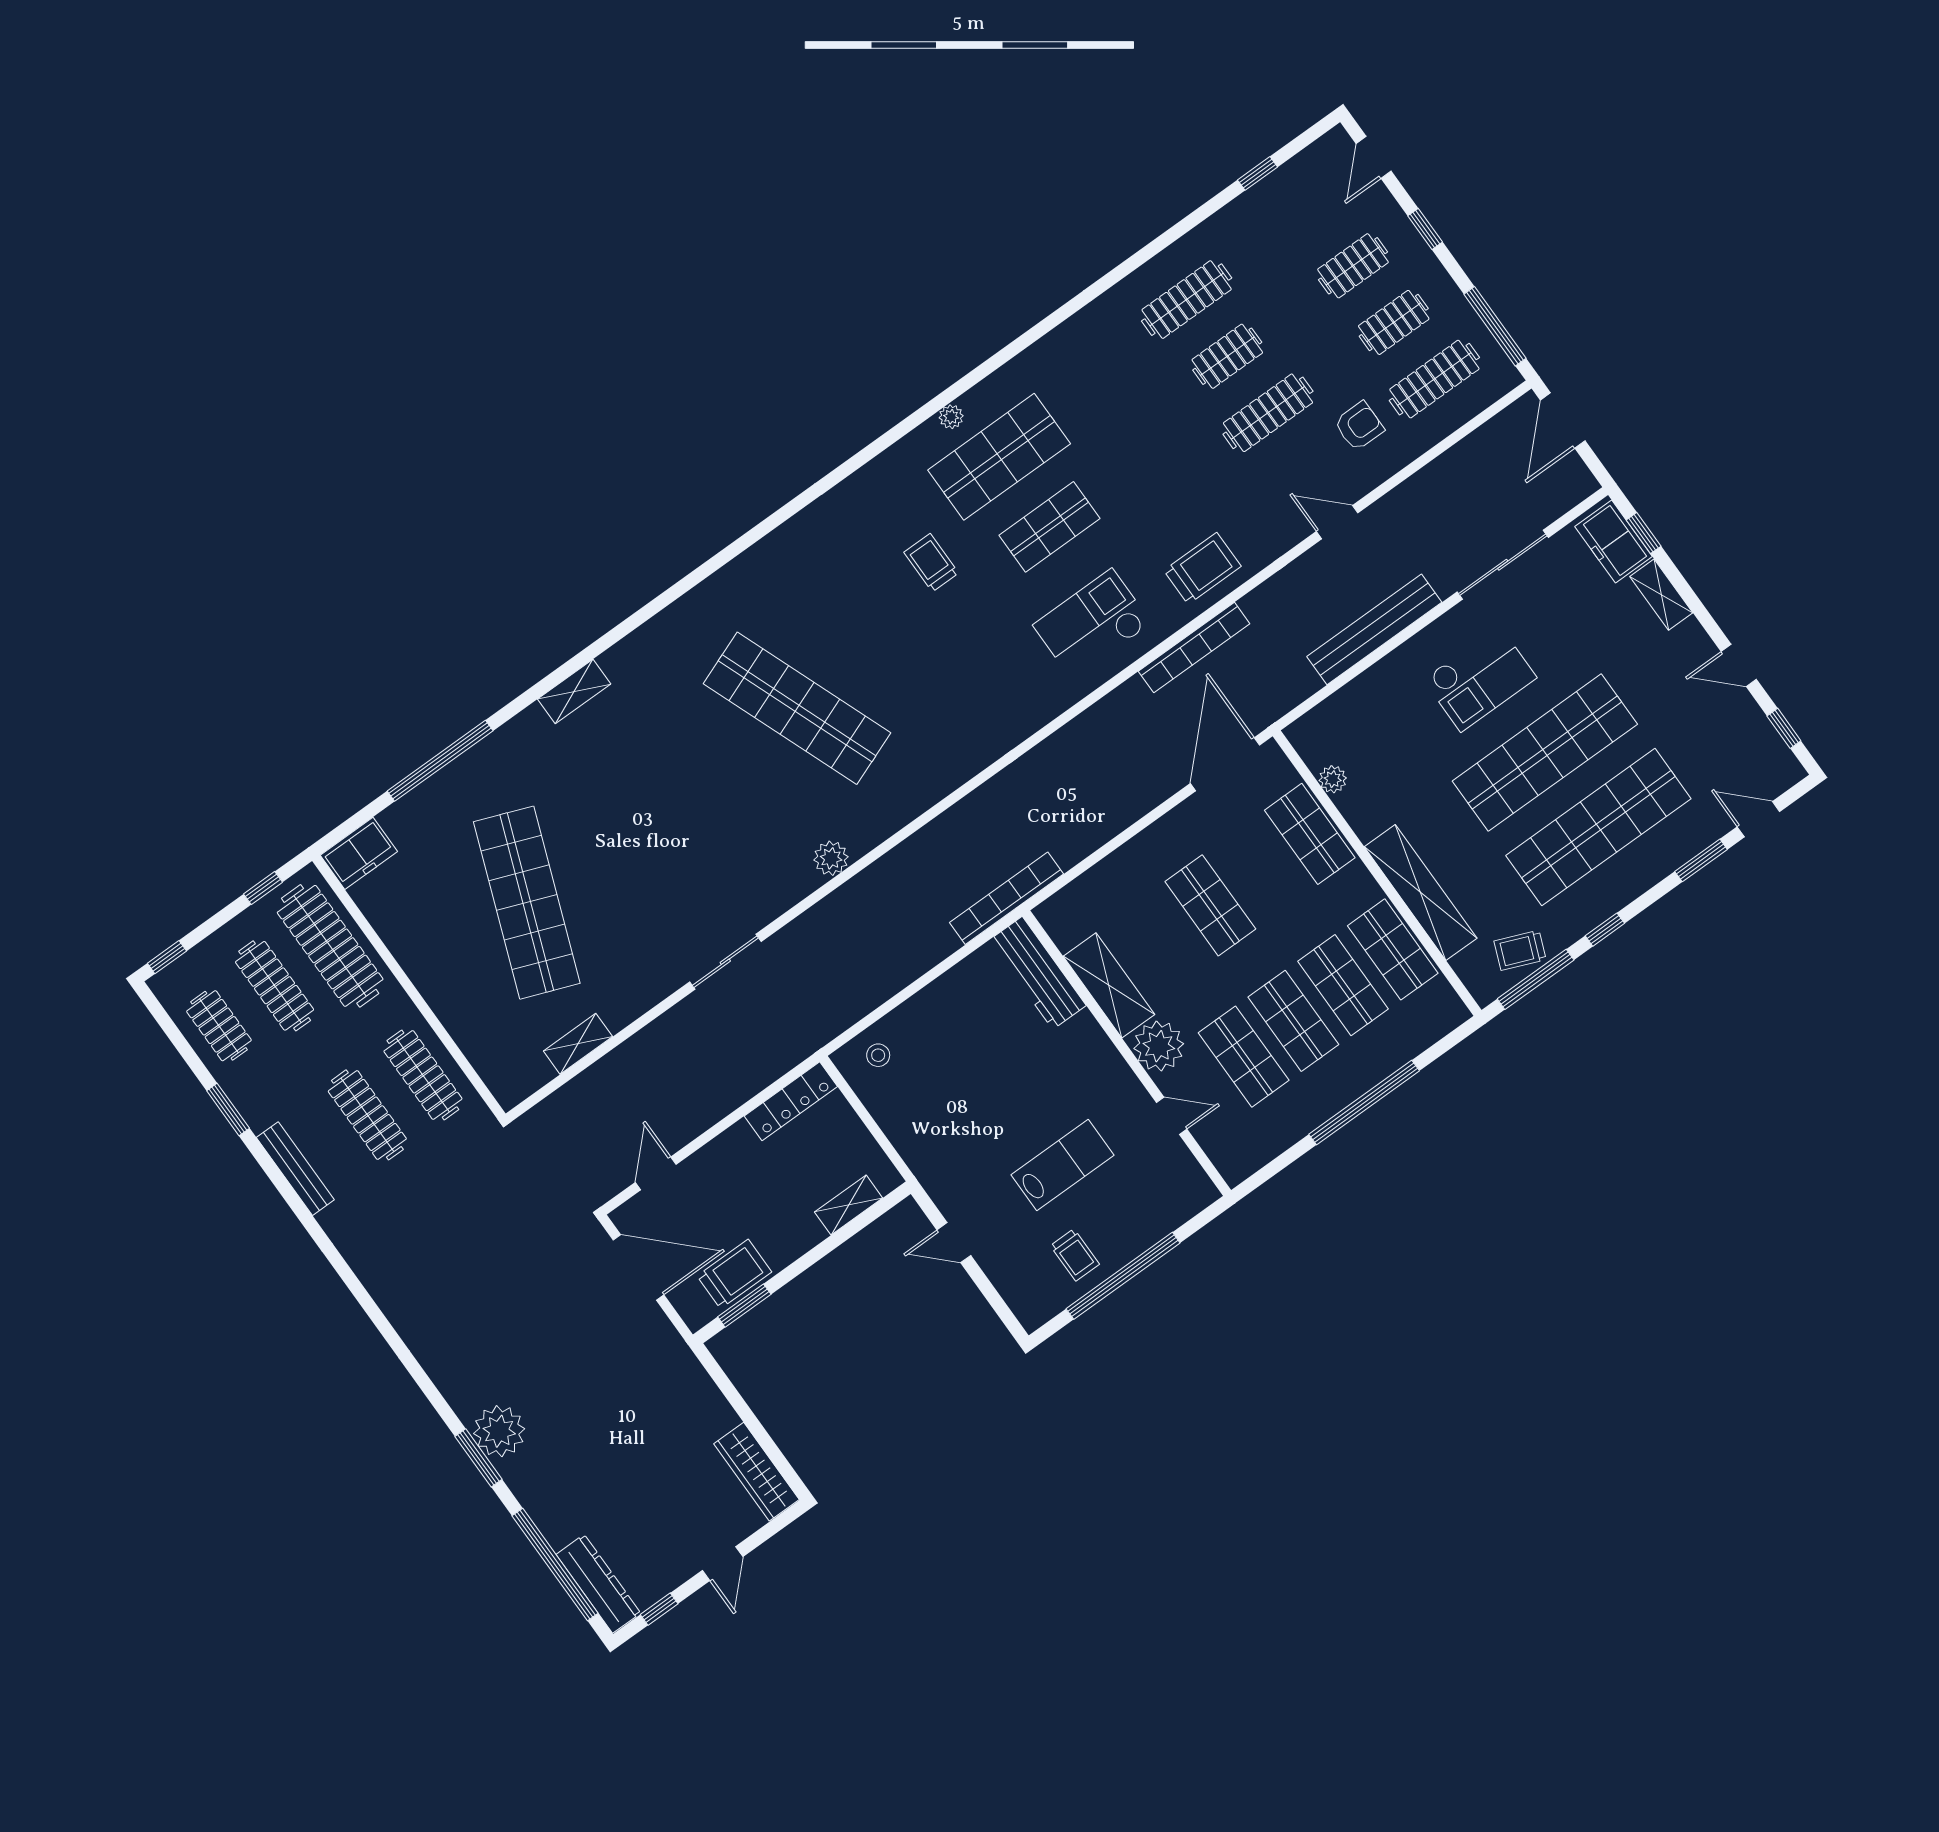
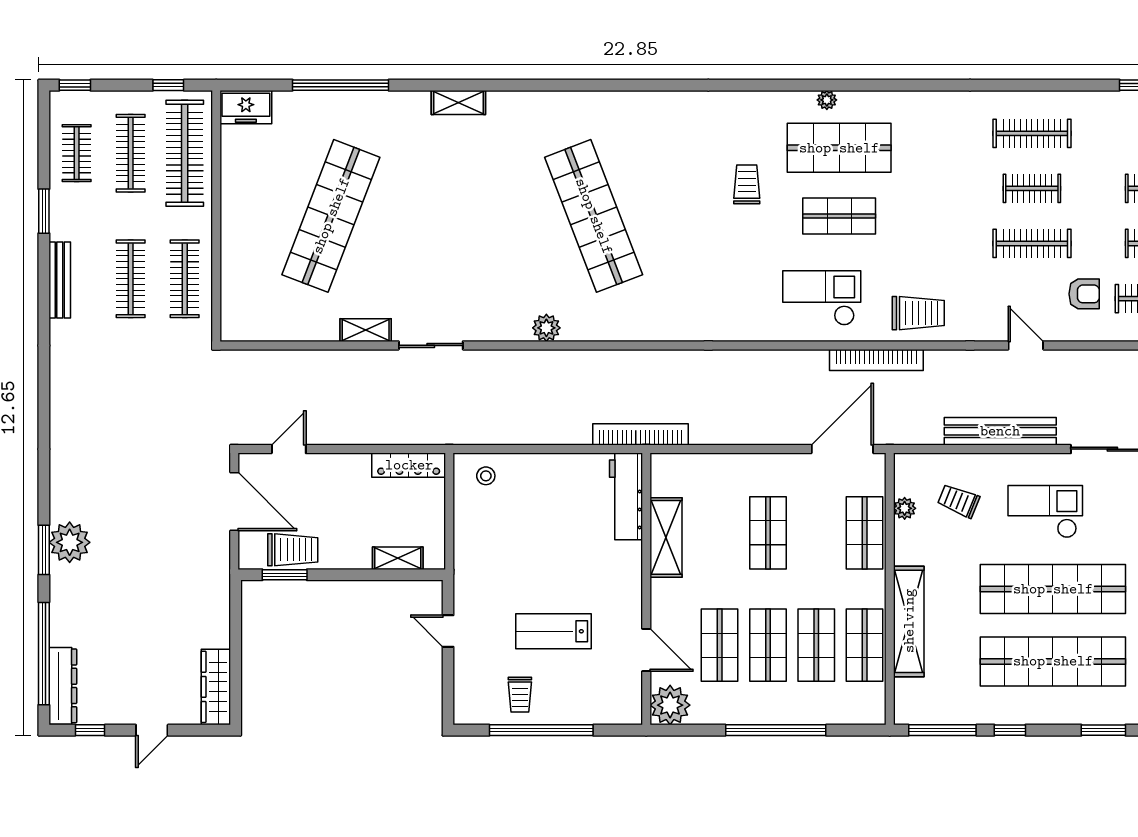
checkout: (1480, 679) -> (1045, 512), turned 180
trolley: (1520, 950) -> (959, 501), moved
shelving: (578, 1044) -> (366, 330), moved
plant: (1159, 1046) -> (670, 705), moved
door: (1172, 1116) -> (646, 650), width x1.38
lab bench: (1063, 1165) -> (554, 631), turned 180

